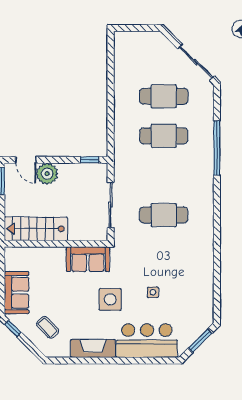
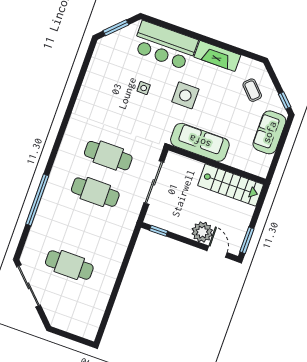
cafe table: (164, 136) -> (95, 192), moved
sofa: (88, 259) -> (200, 142), width x1.36

